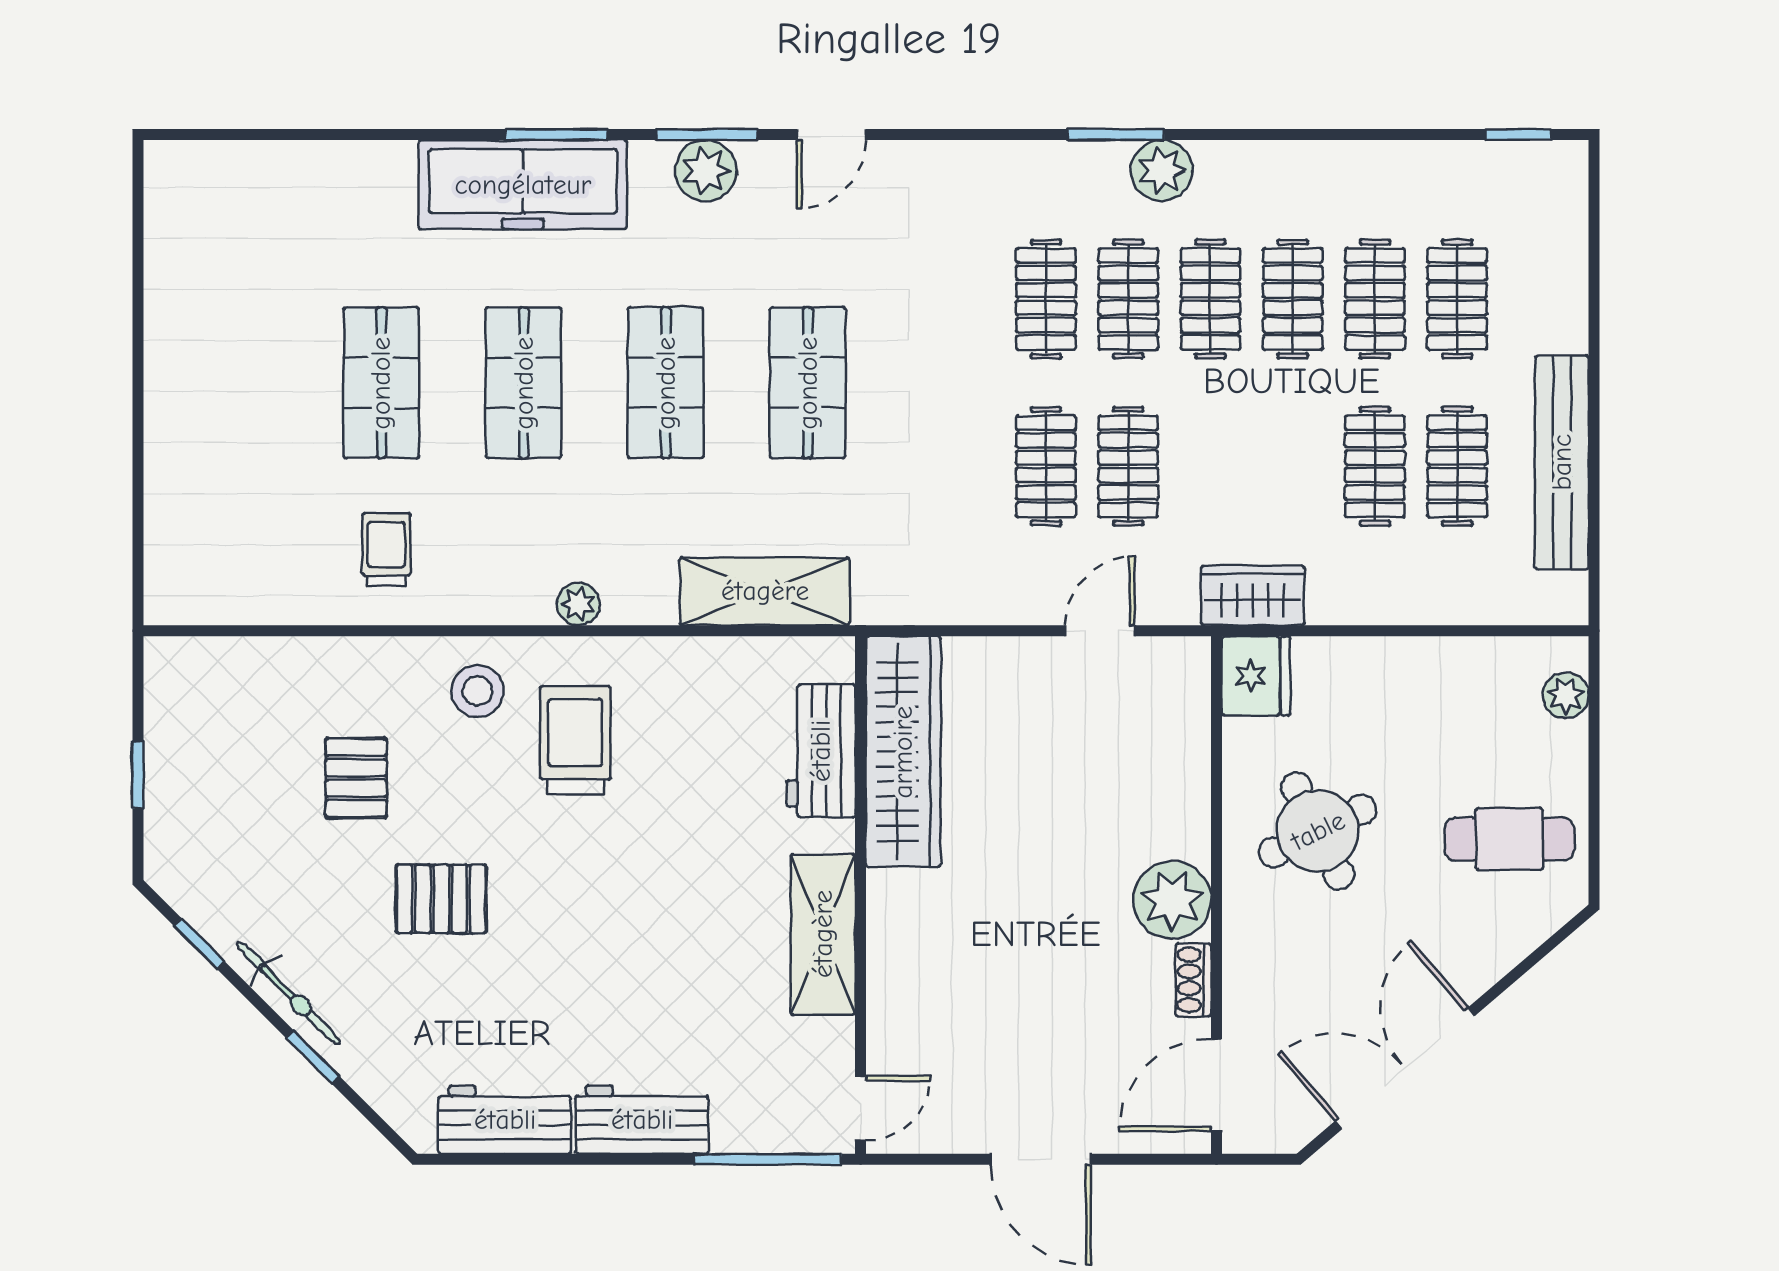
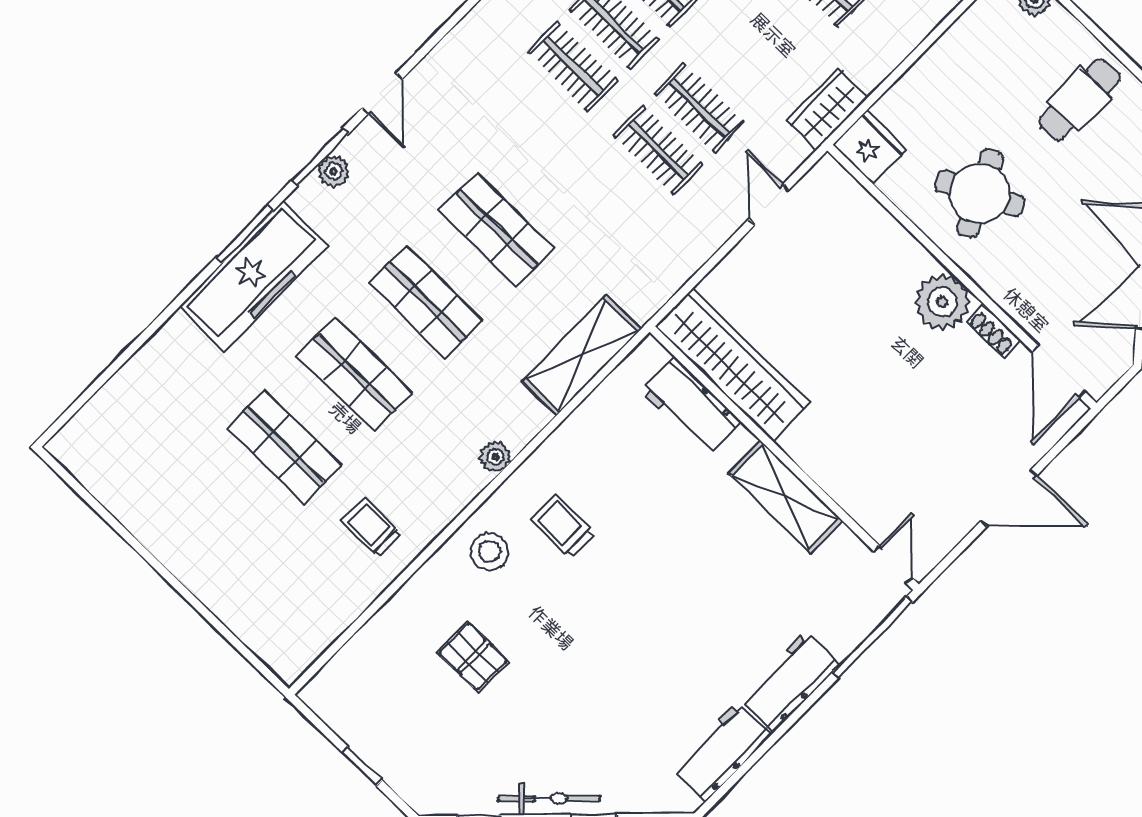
plant: (706, 171) -> (334, 171), width x0.73, depth x0.73
trolley: (575, 740) -> (563, 526), width x0.73, depth x0.72
pallet: (441, 899) -> (577, 674), removed

